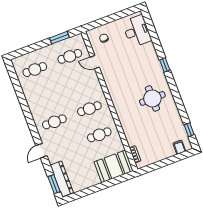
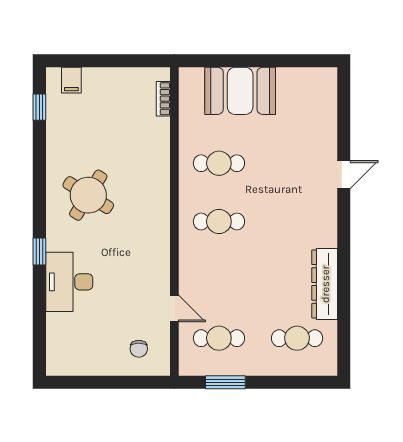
desk: (137, 31) -> (69, 282), moved
round table: (152, 98) -> (88, 195), turned 32
cafe table: (54, 122) -> (297, 222), removed
booth: (114, 166) -> (240, 91), moved
dresser: (62, 179) -> (325, 284), moved
window: (54, 184) -> (344, 100), removed

